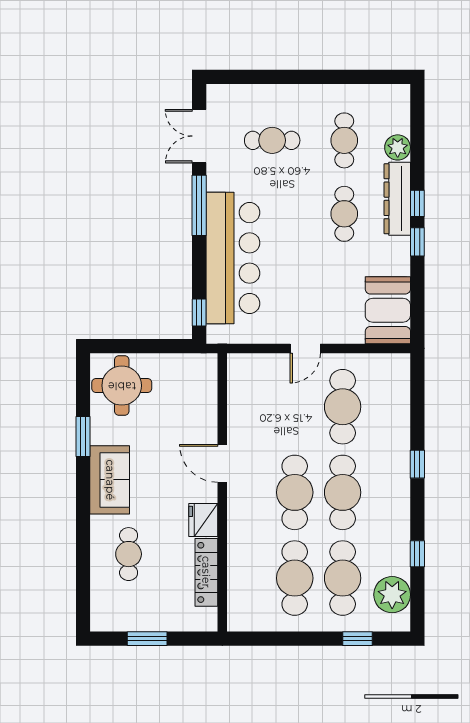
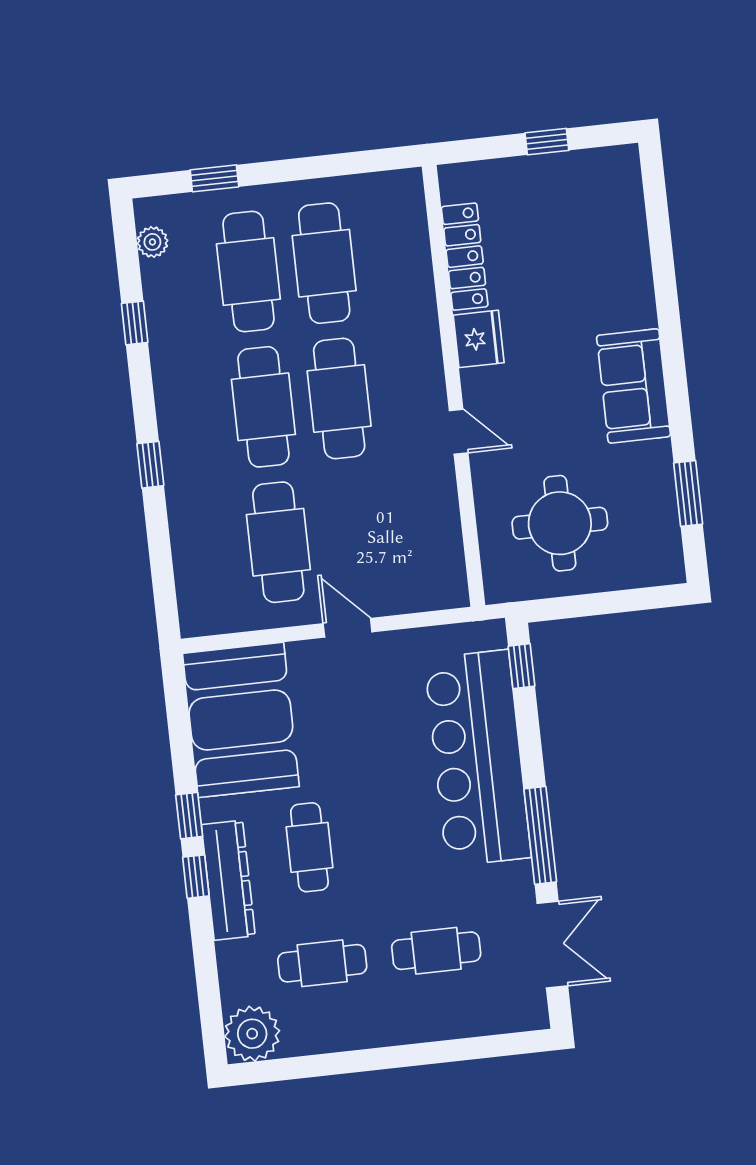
cafe table: (344, 140) -> (322, 963), turned 90
plant: (398, 147) -> (252, 1034), moved, width x1.36, depth x1.36
booth: (388, 310) -> (241, 720), width x1.36, depth x1.42
door: (305, 348) -> (348, 628), hinge flipped
round table: (122, 386) -> (560, 523), moved
window: (83, 436) -> (688, 493), moved
door: (222, 463) -> (459, 432), width x0.73
cafe table: (129, 554) -> (591, 272), removed
plant: (392, 595) -> (152, 242), width x0.53, depth x0.53
window: (147, 639) -> (547, 142), width x0.67

